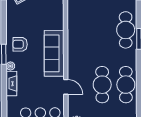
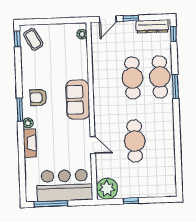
sofa: (54, 53) -> (78, 100), width x0.73
cafe table: (126, 85) -> (132, 78), moved

